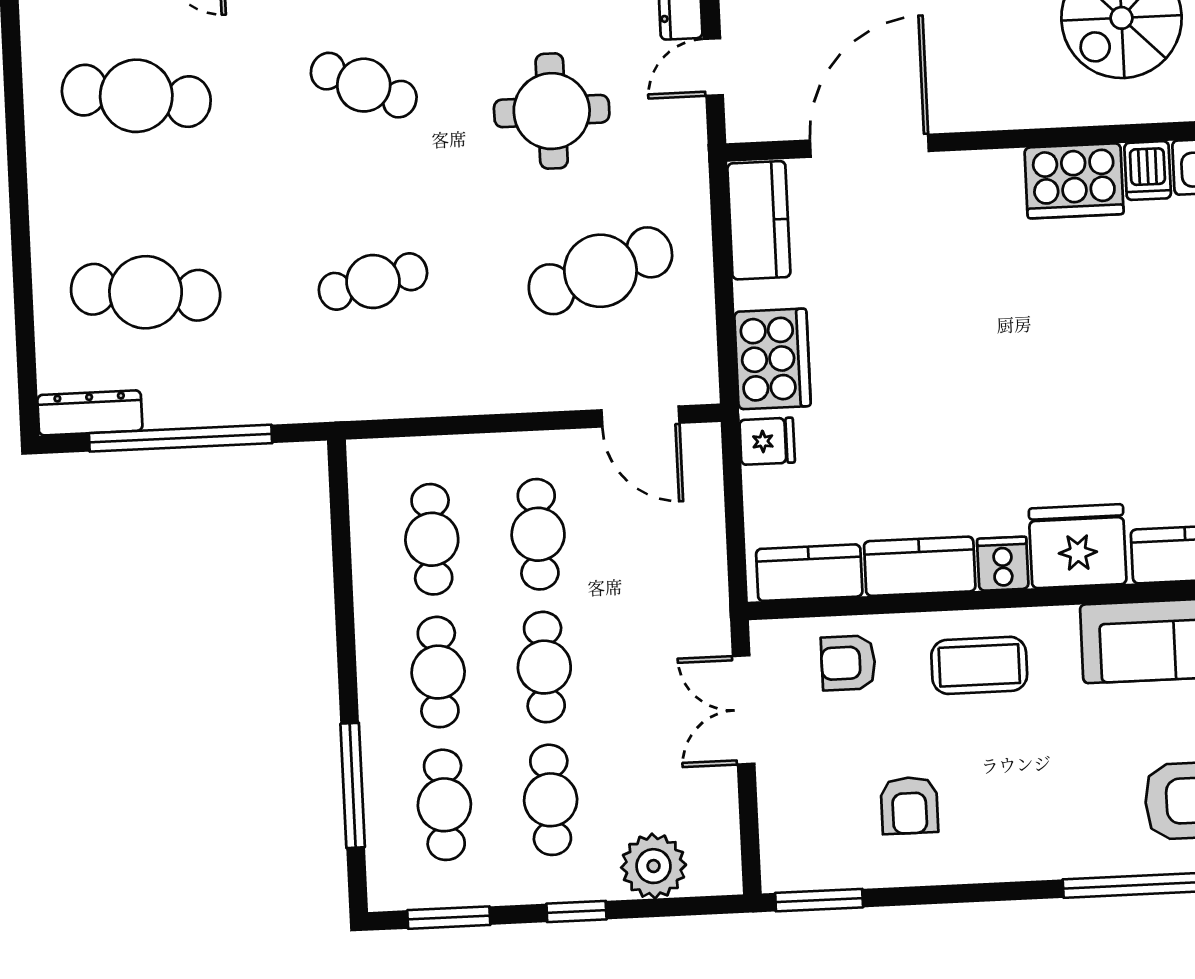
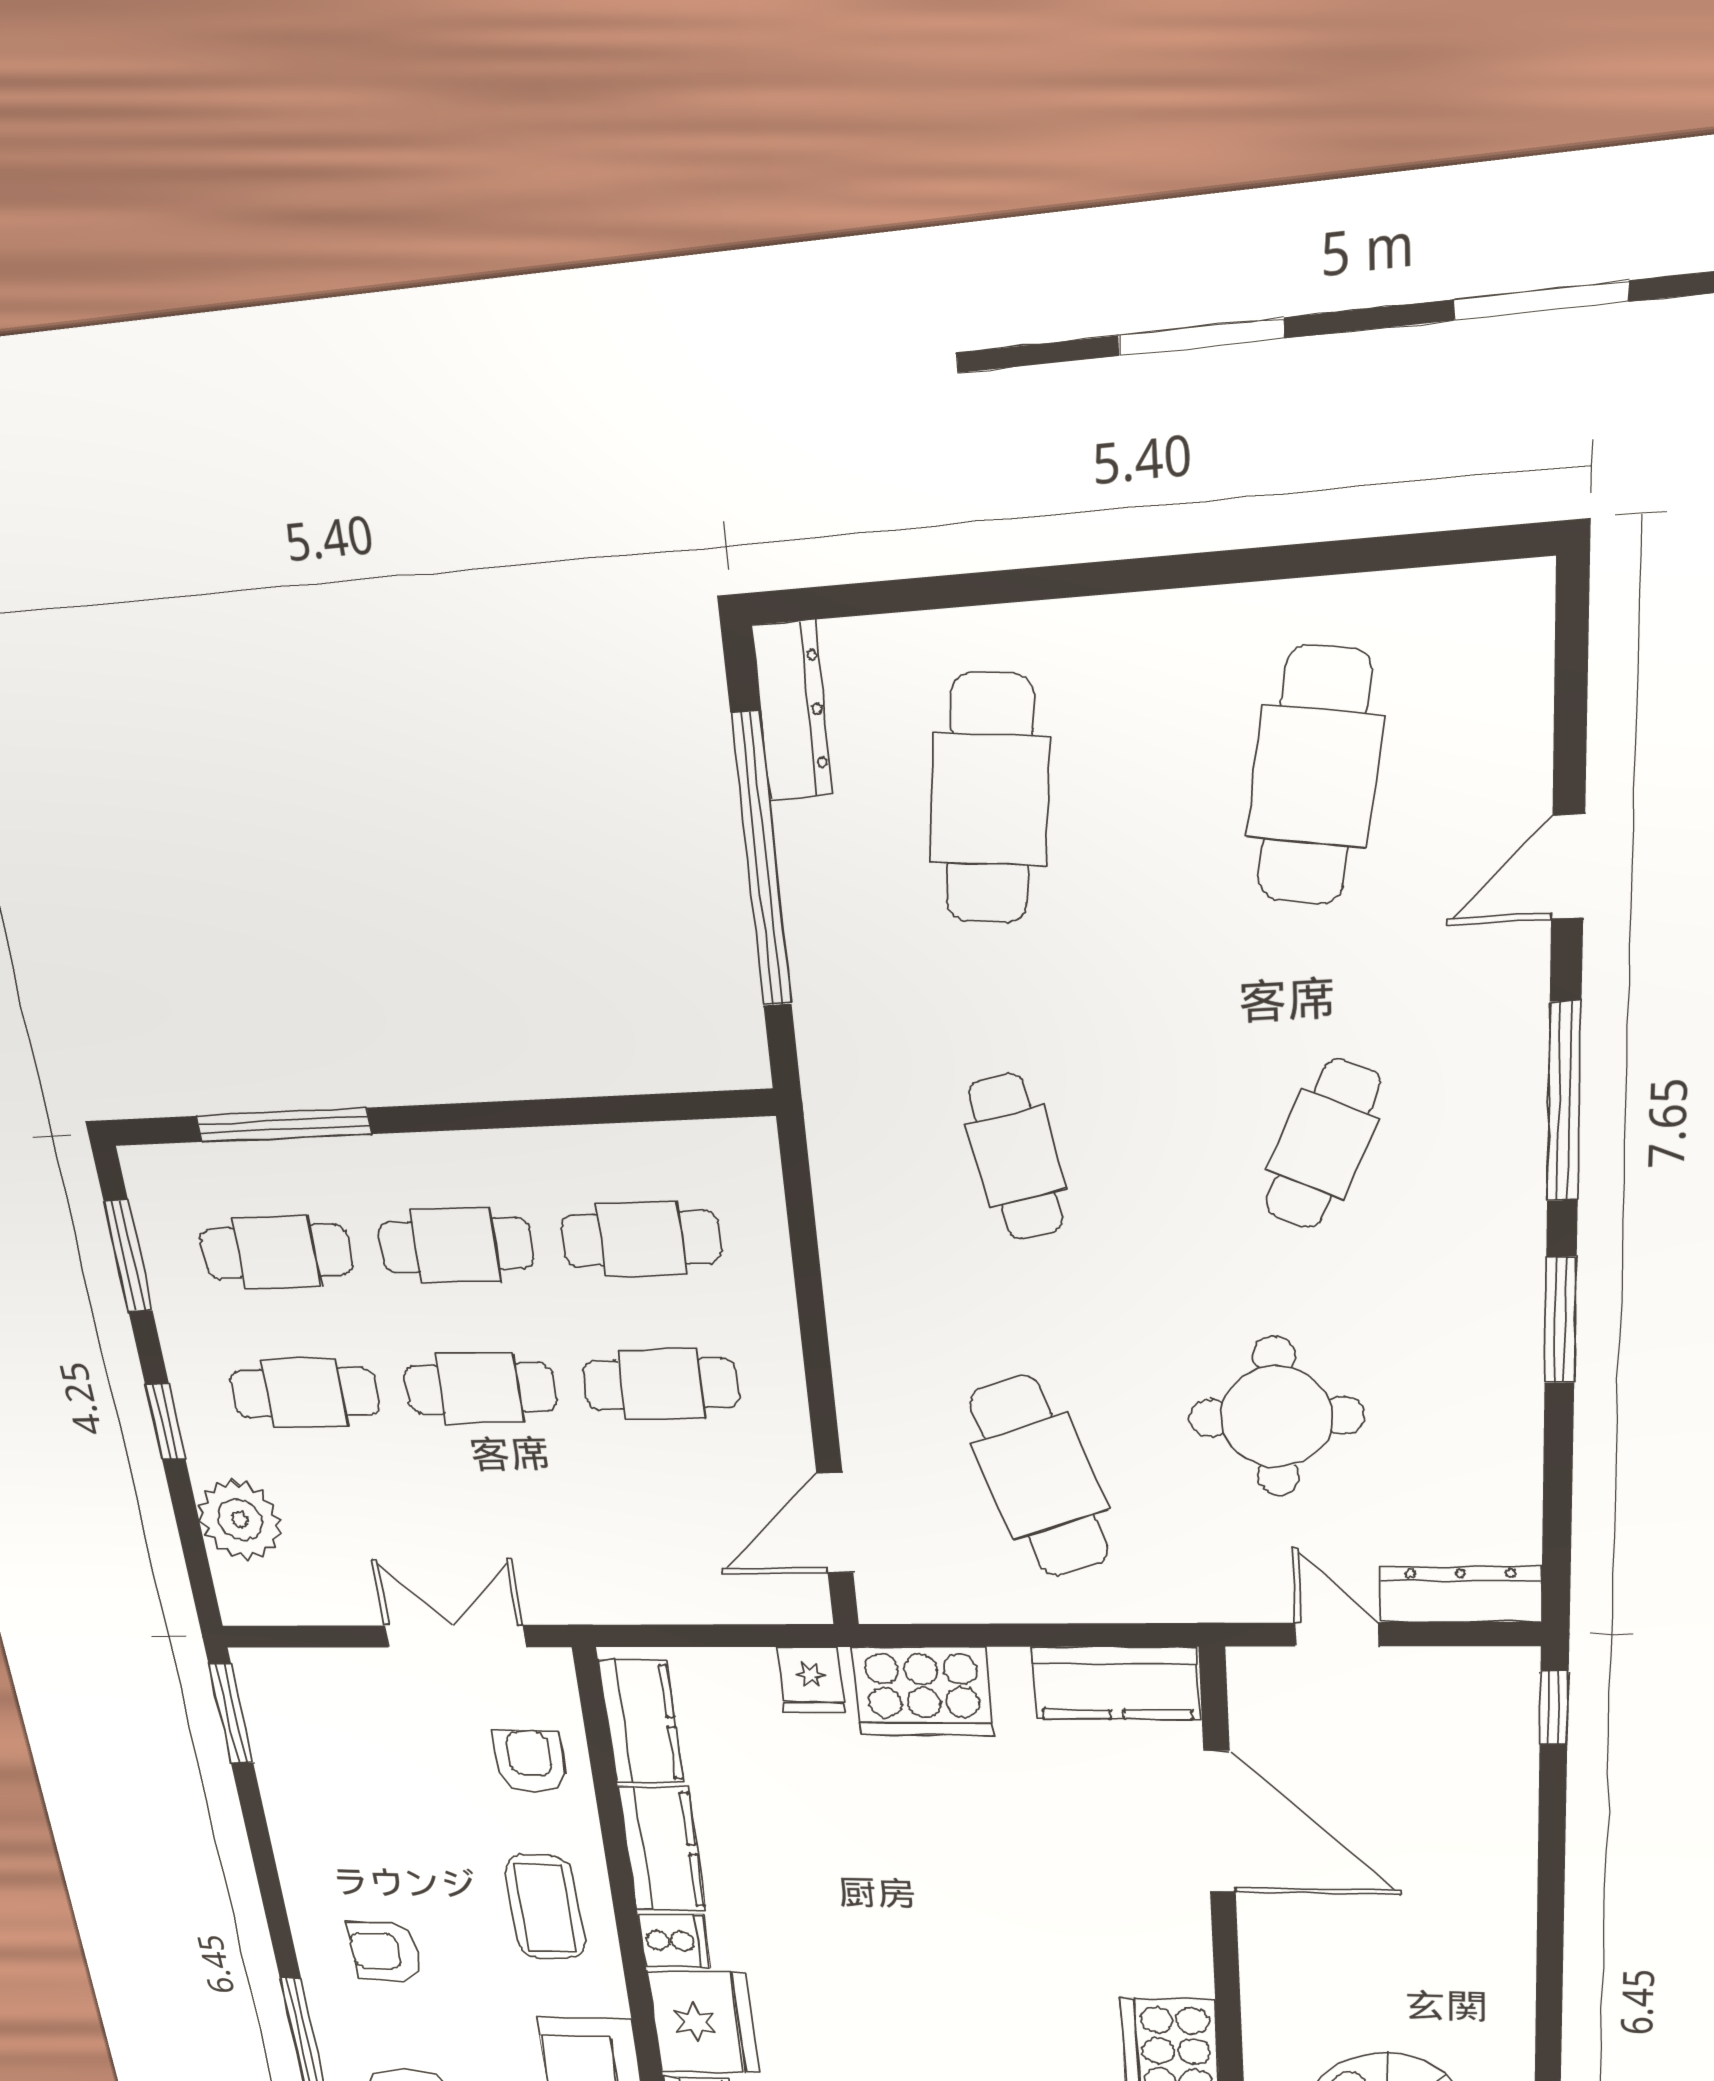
armchair: (909, 805) -> (385, 1951), moved

